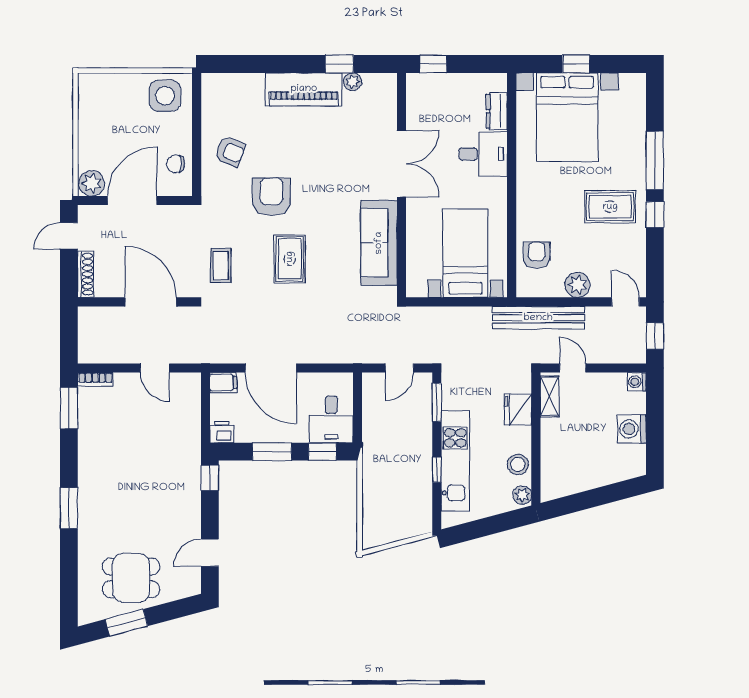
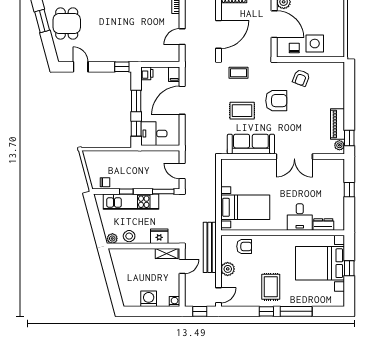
piano: (304, 89) -> (337, 124), width x0.73, depth x0.75
side table: (165, 96) -> (315, 44), moved
double door: (402, 164) -> (294, 156), moved
wall: (402, 185) -> (283, 156), moved
sofa: (379, 243) -> (251, 144), moved
chair: (420, 508) -> (105, 182), added

